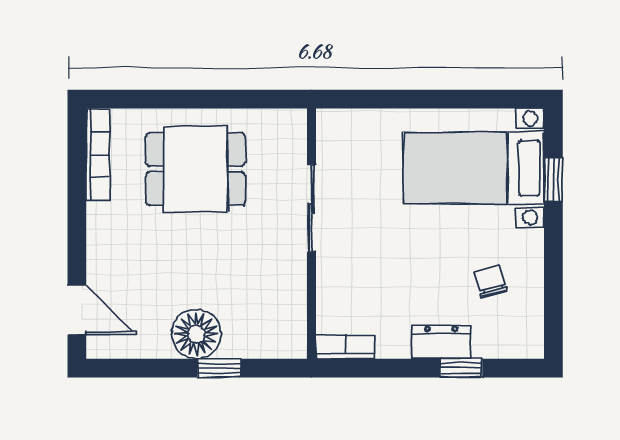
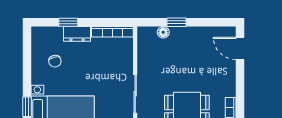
floor lamp: (196, 334) -> (163, 32), moved, width x0.53, depth x0.53
bookcase: (346, 347) -> (112, 32), width x1.56

